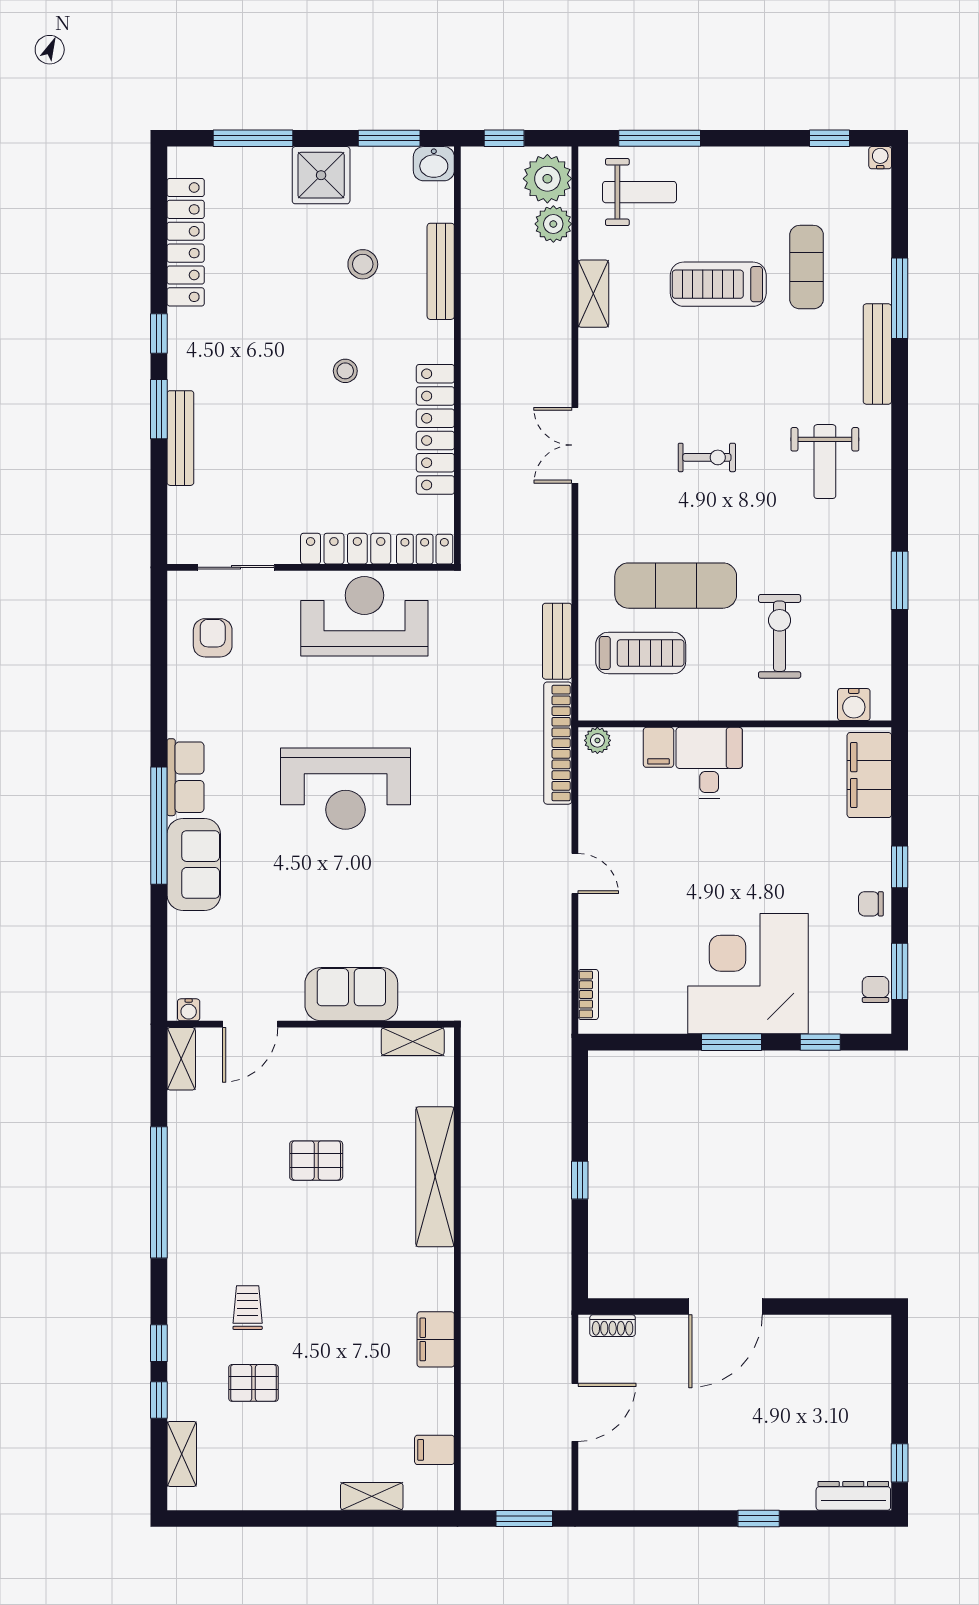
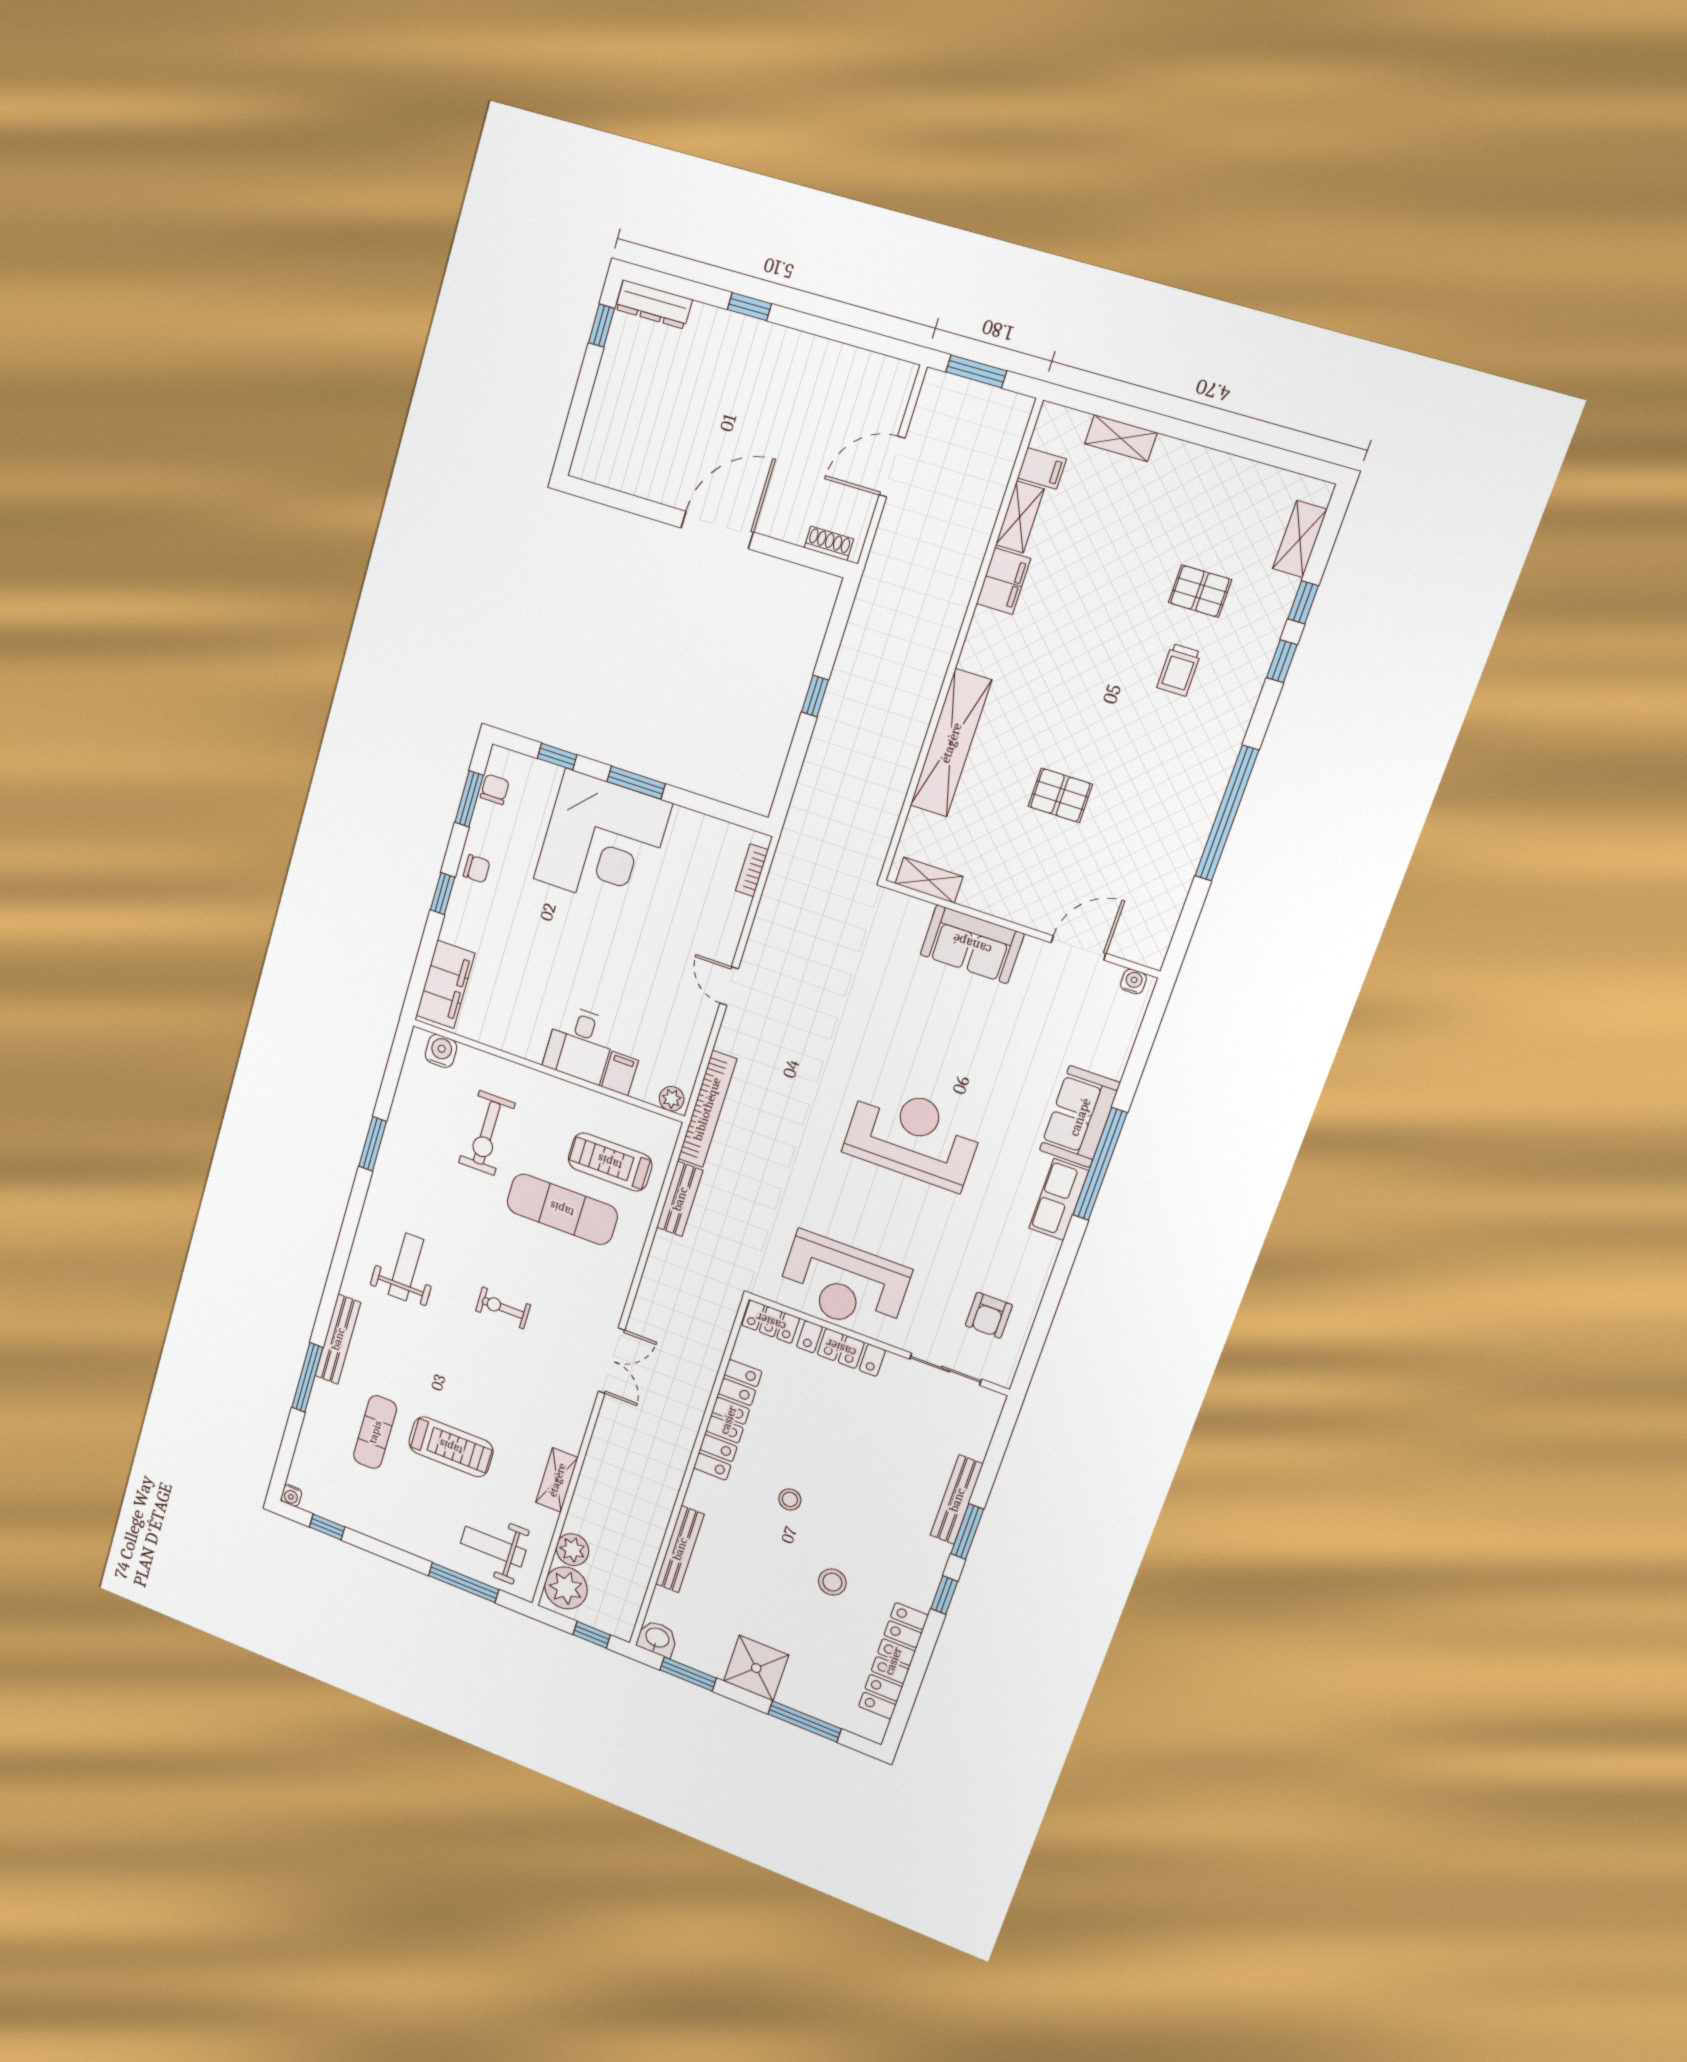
stool: (363, 264) -> (832, 1582), moved
chair: (875, 989) -> (495, 789), turned 180
shelving: (181, 1059) -> (1020, 517), moved

